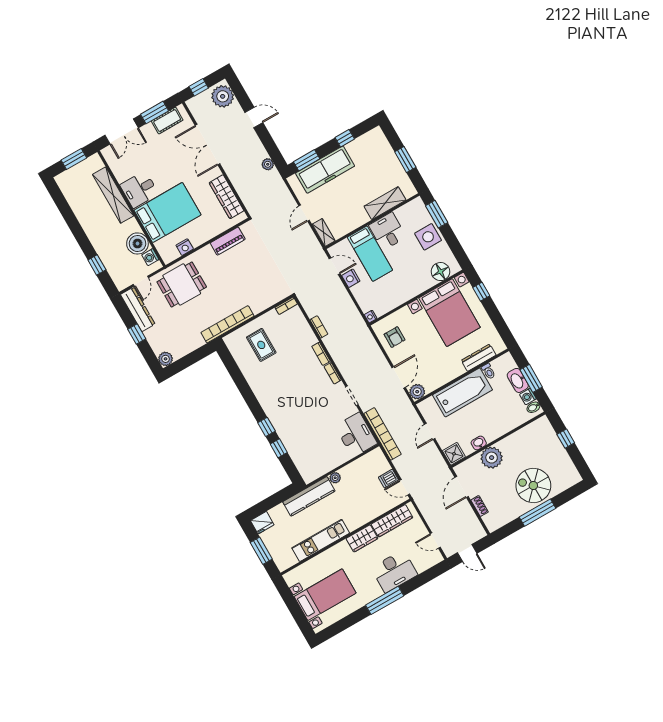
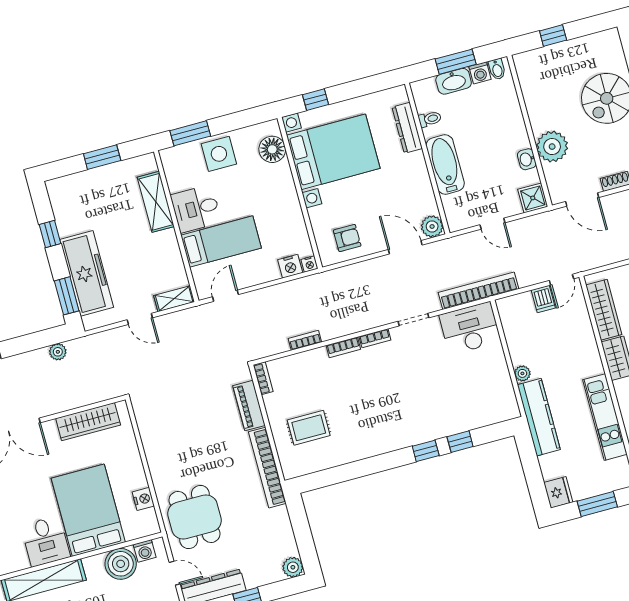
piano: (228, 241) -> (249, 406), moved, turned 180
nightstand: (351, 278) -> (290, 266), moved
bathtub: (463, 392) -> (445, 164), width x0.73, depth x0.73

